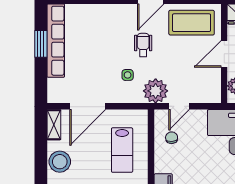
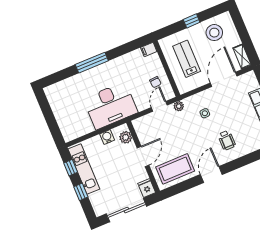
wheelchair: (143, 45) -> (227, 140), moved
plant: (156, 91) -> (179, 106), width x0.53, depth x0.53
stool: (60, 162) -> (214, 33), moved

